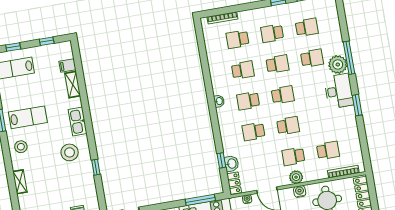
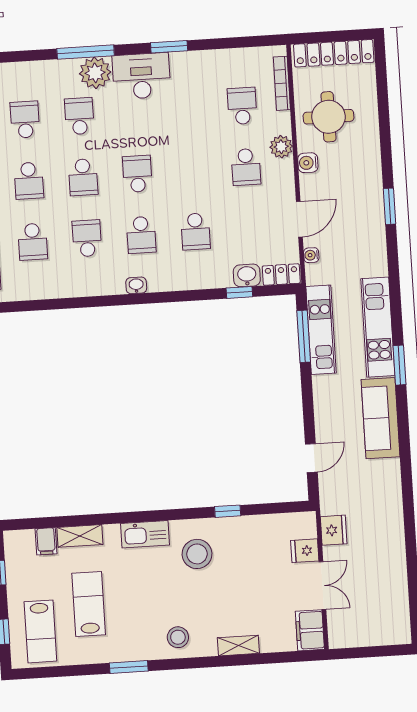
school desk: (277, 64) -> (83, 177), turned 180
lab bench: (28, 117) -> (89, 604), moved
school desk: (288, 126) -> (192, 170), removed
plant: (296, 177) -> (281, 147), moved

